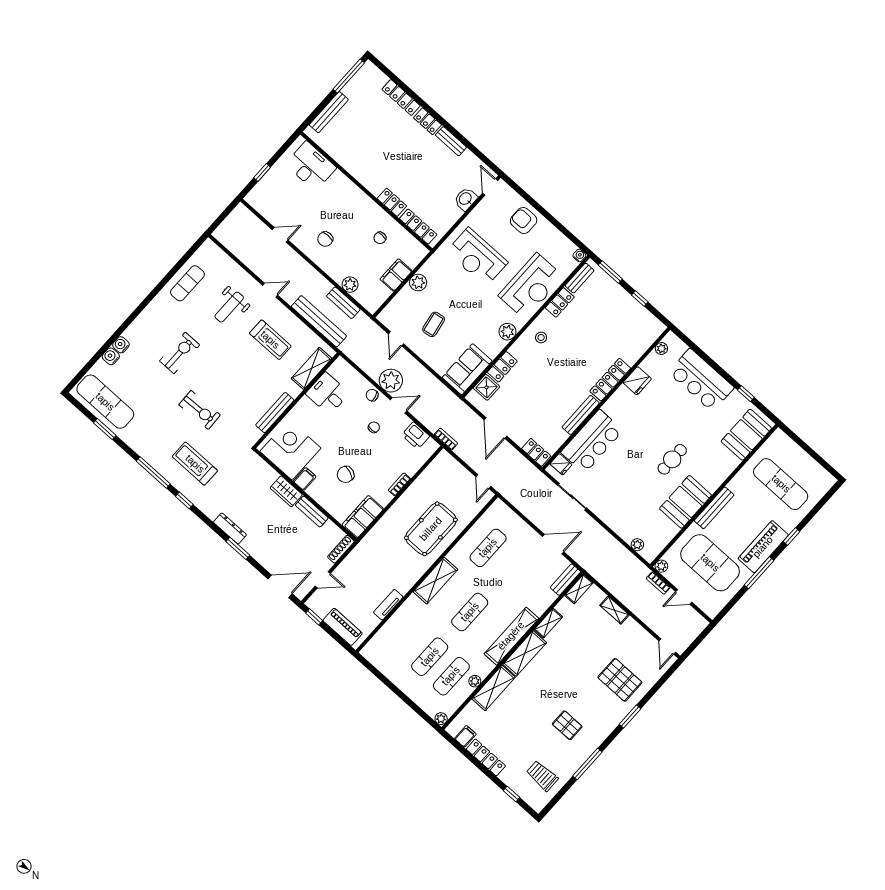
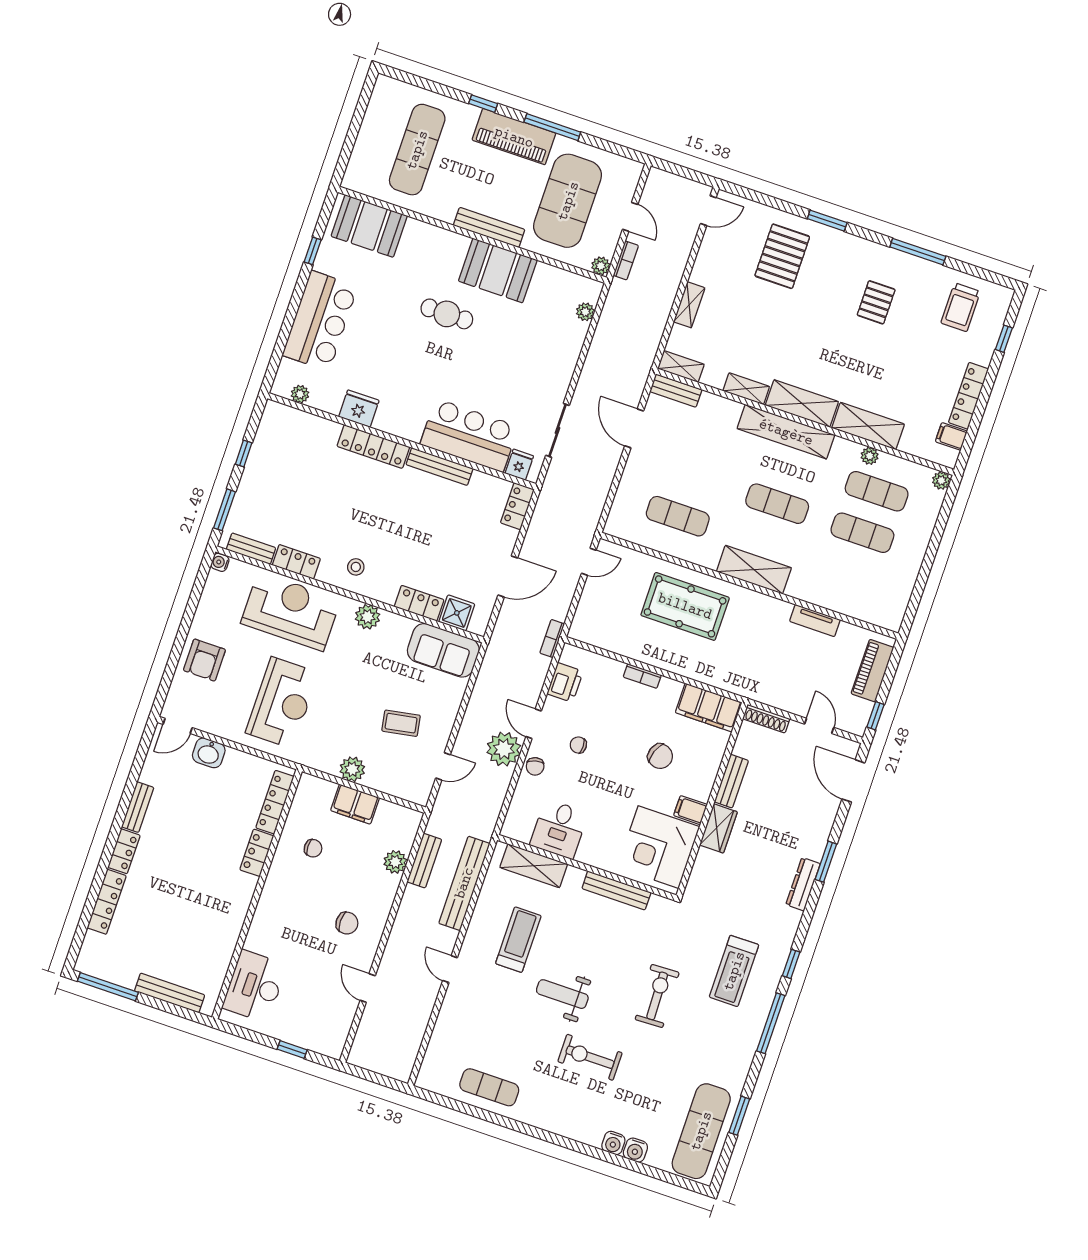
weight bench: (229, 307) -> (562, 994), moved, turned 180

